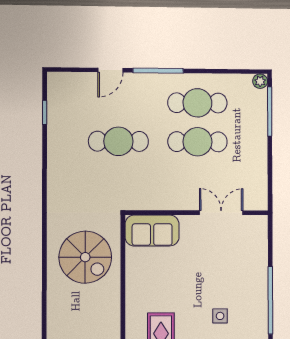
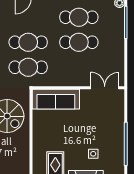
cafe table: (118, 180) -> (28, 67), added
double door: (221, 213) -> (105, 88), moved
sofa: (152, 230) -> (56, 99), width x1.36

